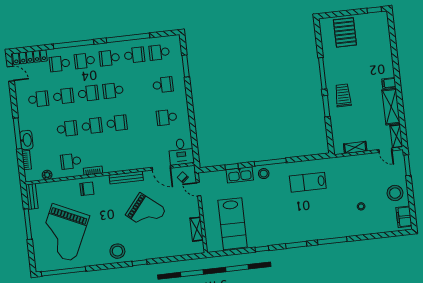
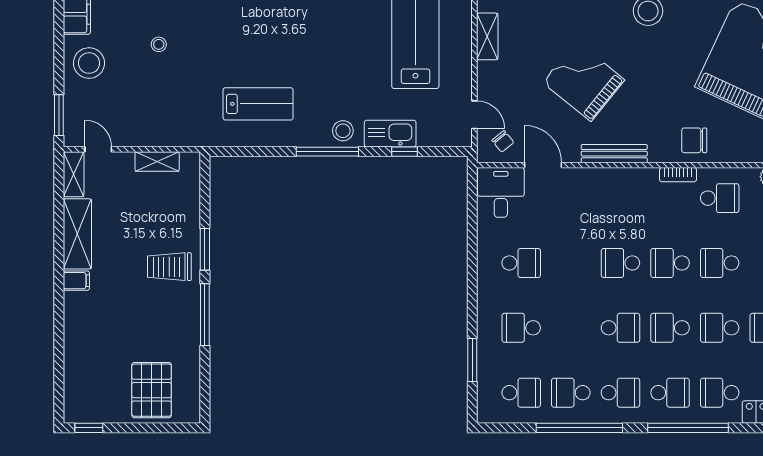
school desk: (60, 64) -> (720, 393), turned 180
trolley: (343, 95) -> (169, 267), turned 90

